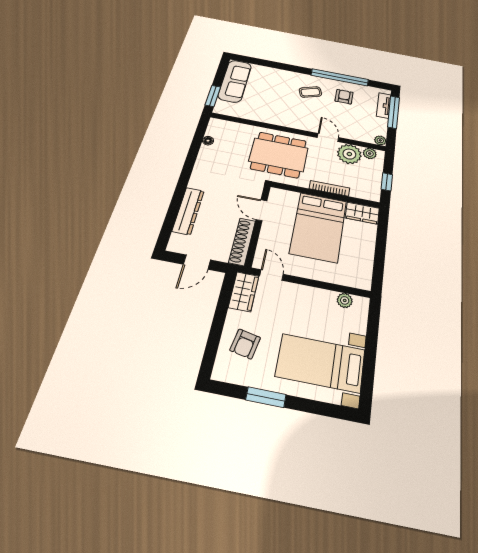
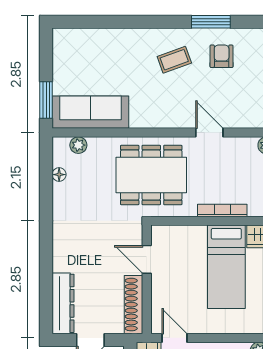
window: (340, 77) -> (211, 22), width x0.47
sofa: (235, 81) -> (90, 112), moved, turned -90
plant: (349, 154) -> (78, 145), moved, width x0.53, depth x0.53
dresser: (188, 211) -> (63, 303), moved
bed: (318, 227) -> (226, 267), width x0.67

